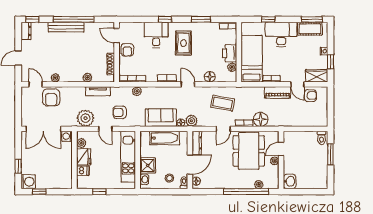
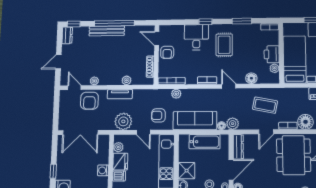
tv unit: (98, 91) -> (120, 94), moved
sofa: (161, 118) -> (195, 121), width x1.36
washing machine: (67, 136) -> (103, 170), moved

